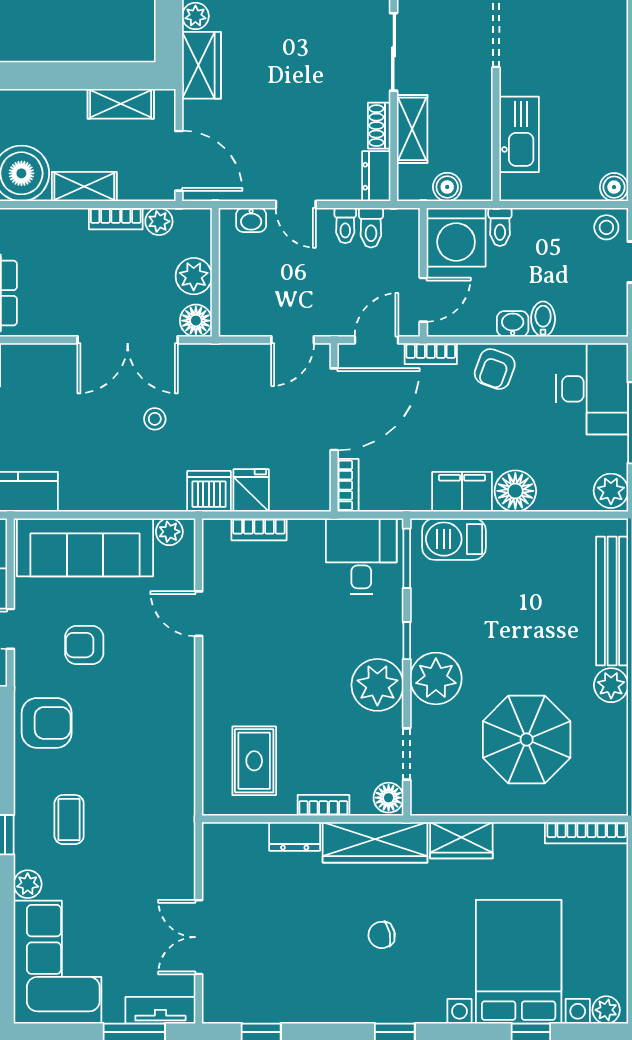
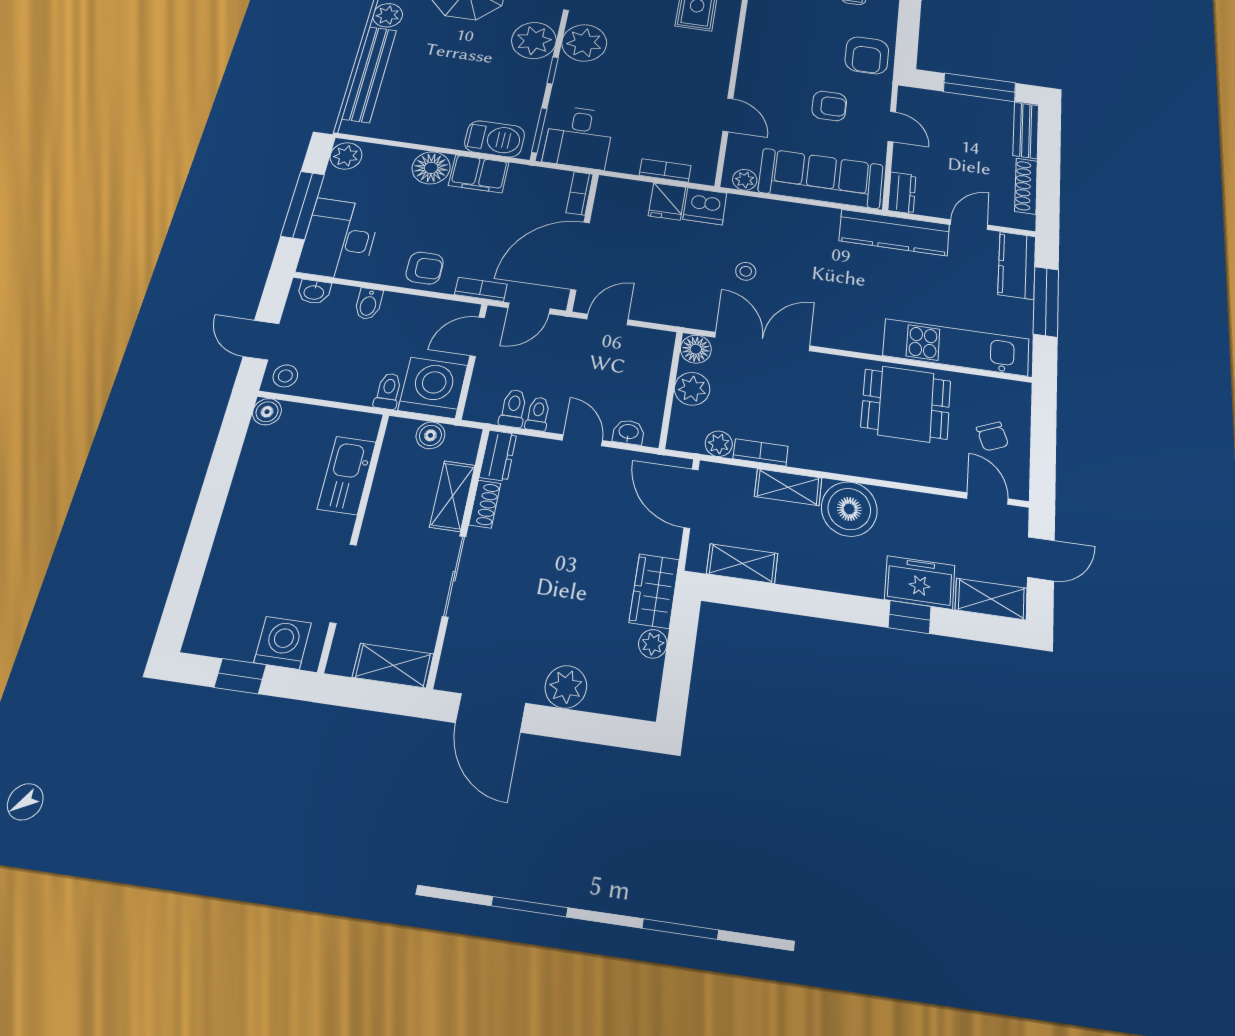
washbasin: (513, 324) -> (314, 292), moved
armchair: (495, 369) -> (425, 268), turned 70
armchair: (47, 723) -> (867, 55), turned -90

